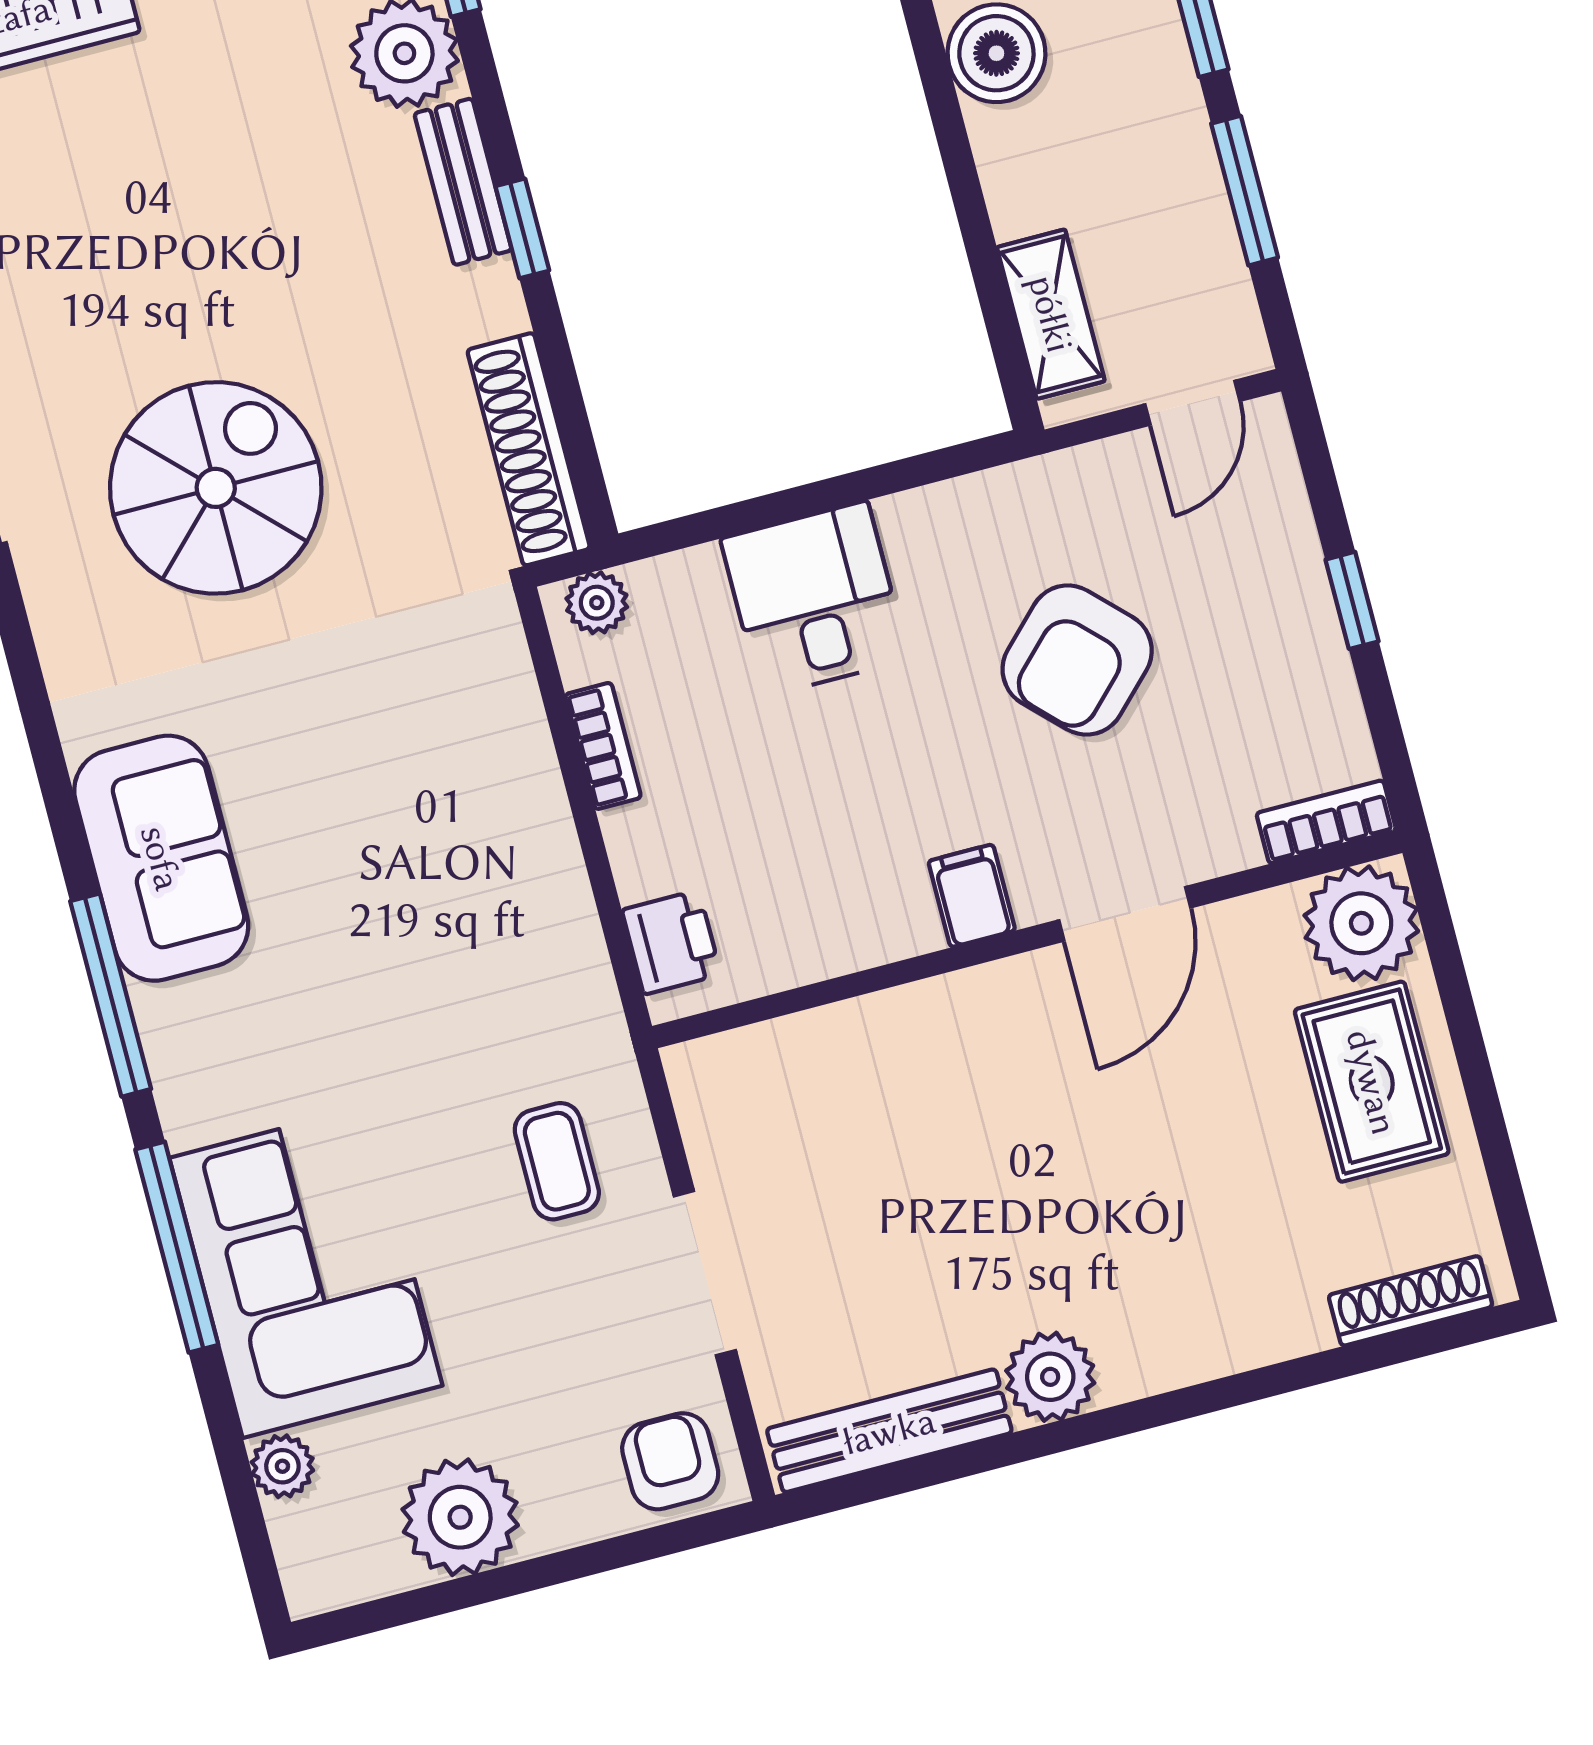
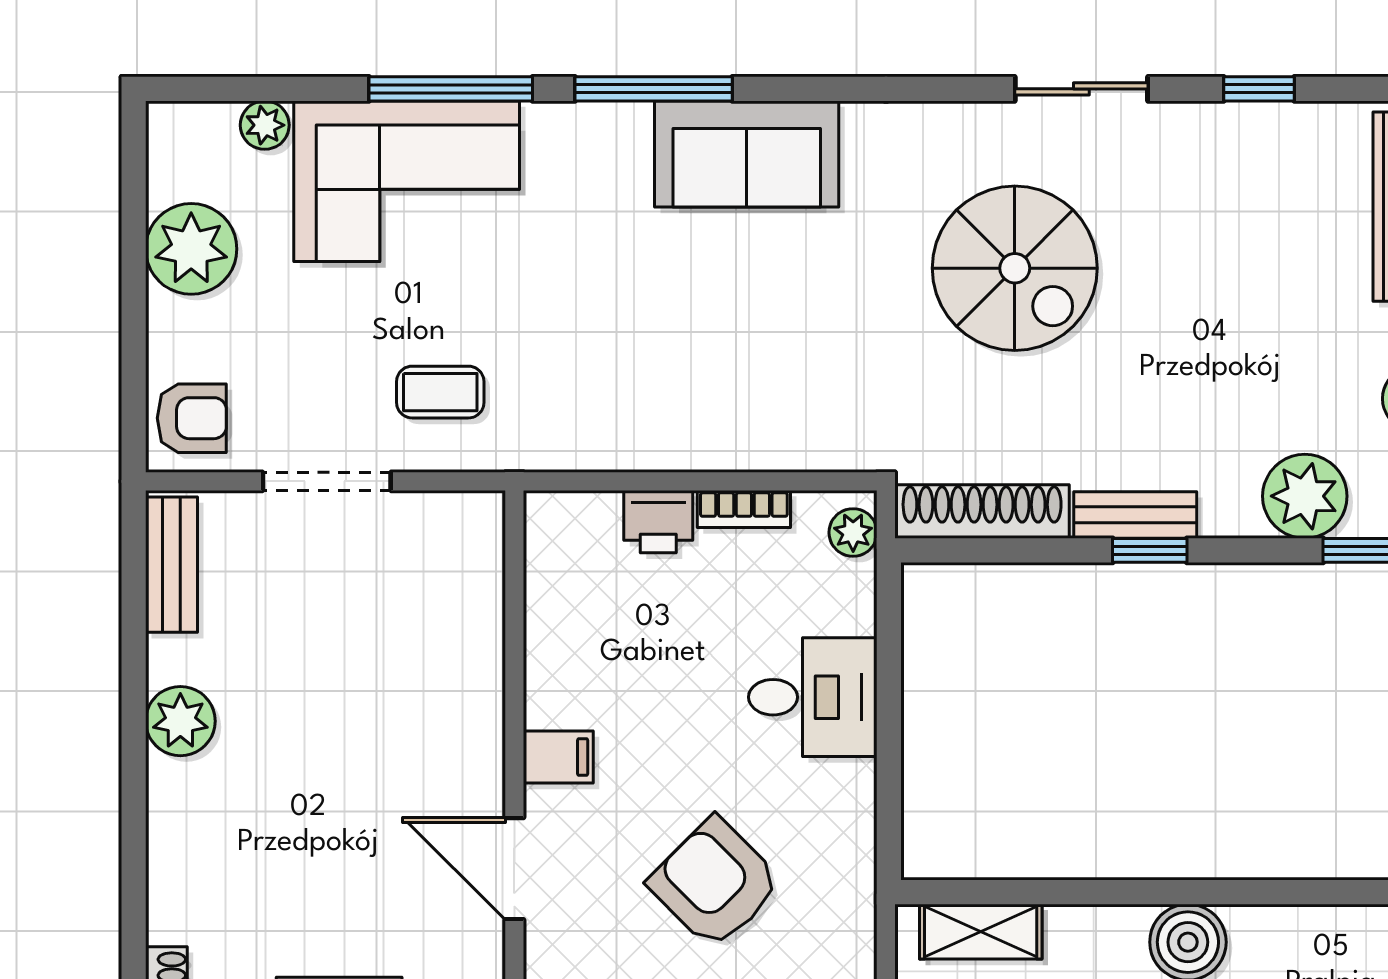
bench: (463, 182) -> (1135, 515), moved
printer: (671, 942) -> (658, 522), moved
bench: (889, 1431) -> (172, 565), width x0.73

